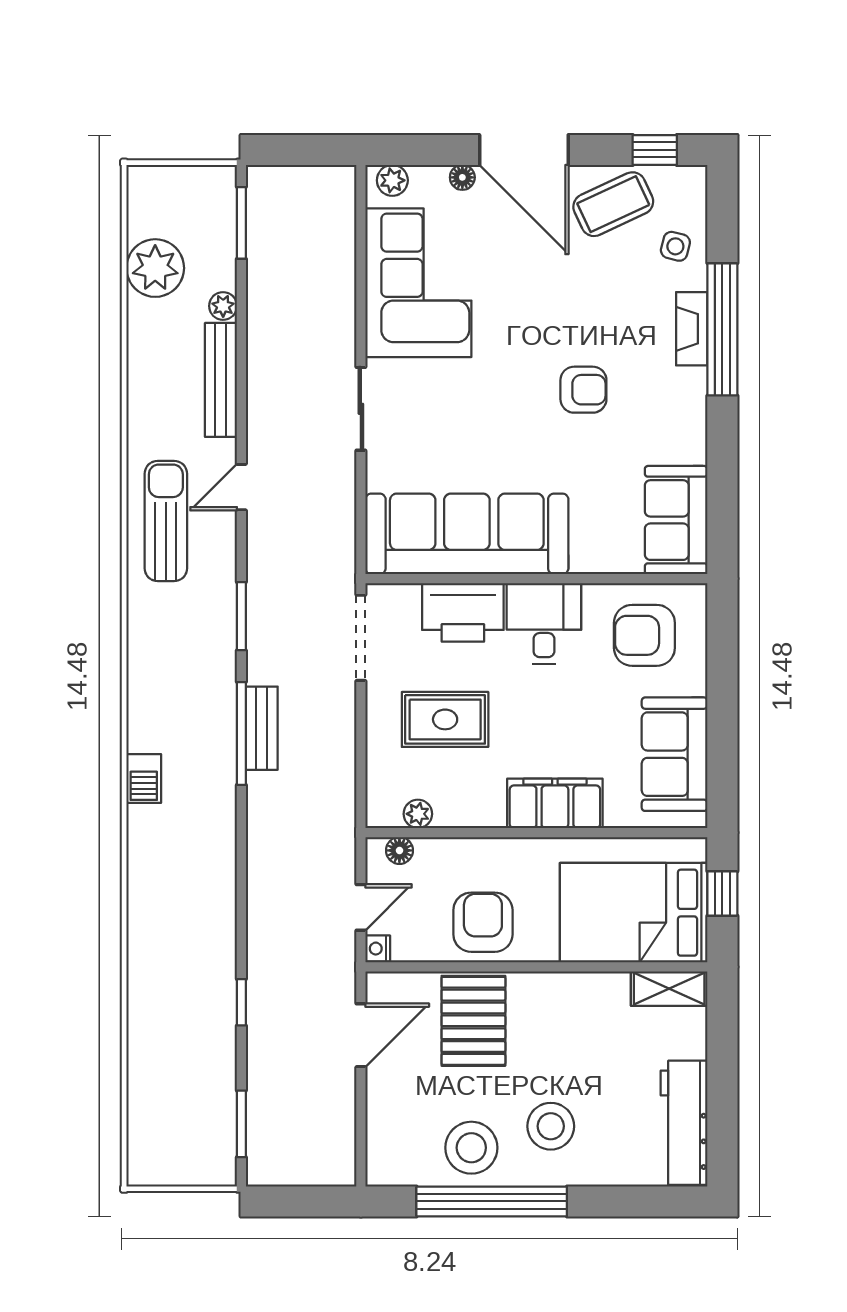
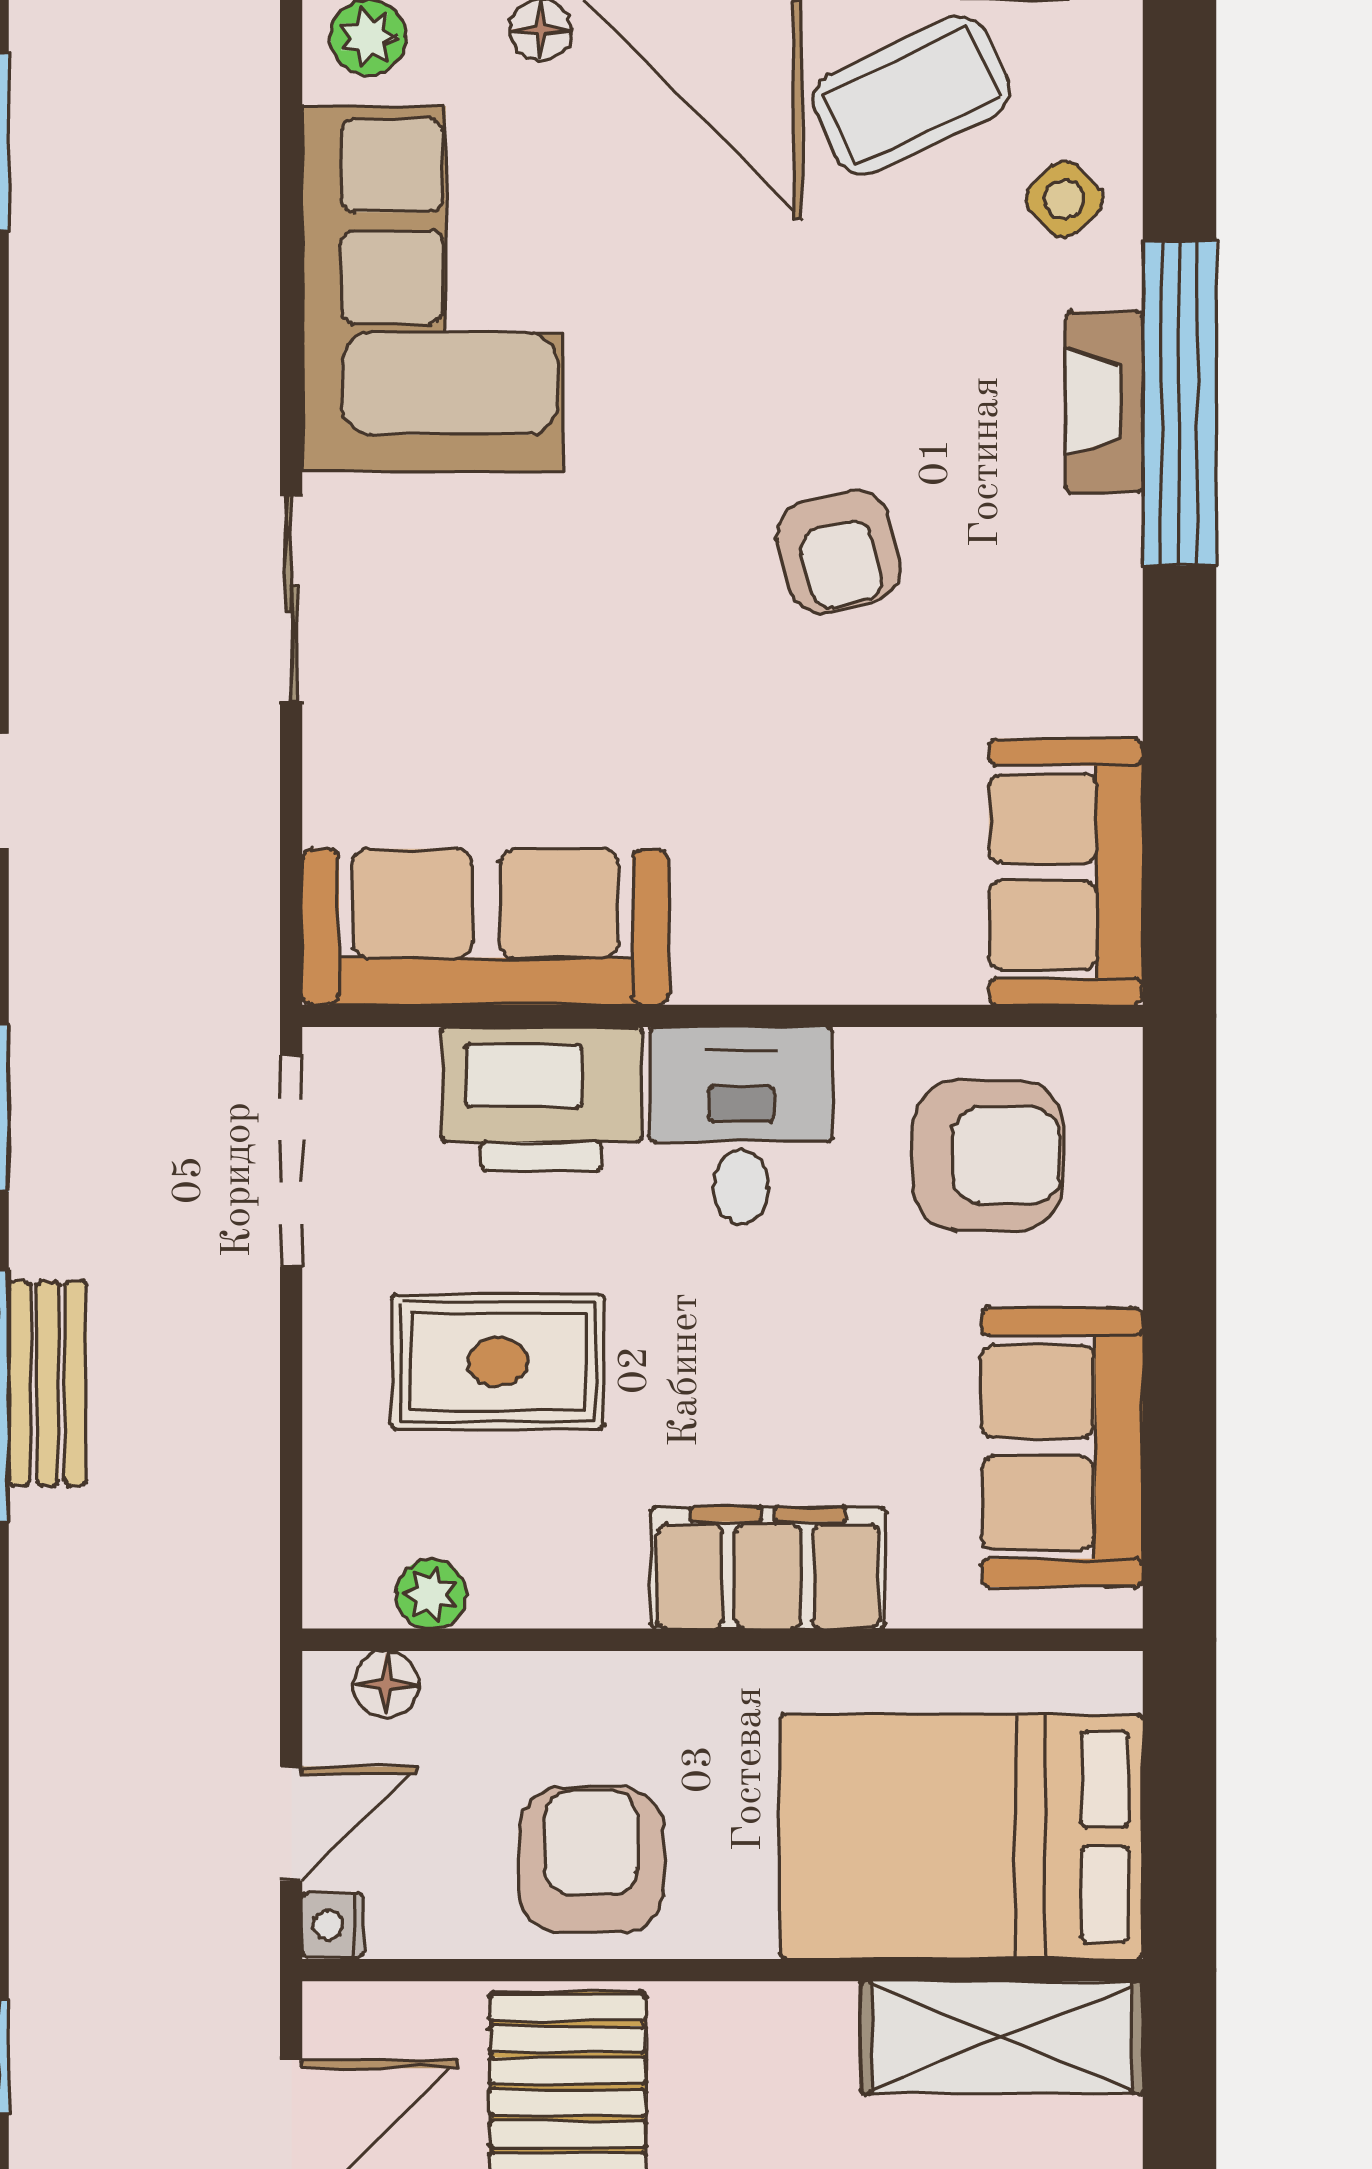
side table: (675, 246) -> (1064, 199), turned 32
armchair: (583, 390) -> (838, 551), turned 76
sofa: (467, 534) -> (486, 927), width x0.74, depth x0.79
armchair: (644, 635) -> (988, 1155), turned 180
window: (722, 894) -> (1179, 1790), removed
shelving: (669, 989) -> (1002, 2037), width x1.50, depth x1.33

